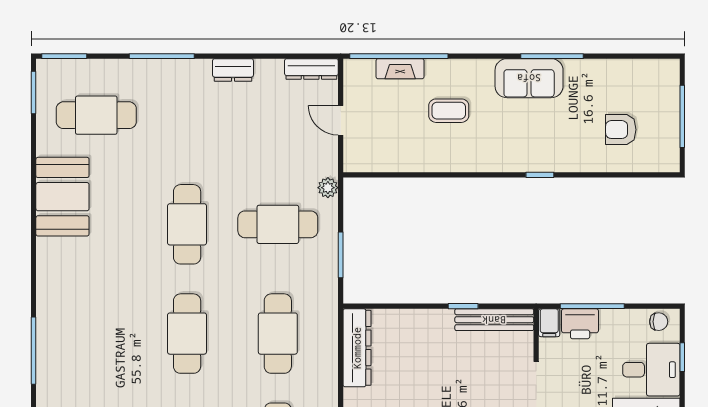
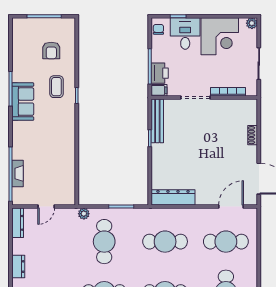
coffee table: (449, 111) -> (56, 87), moved

